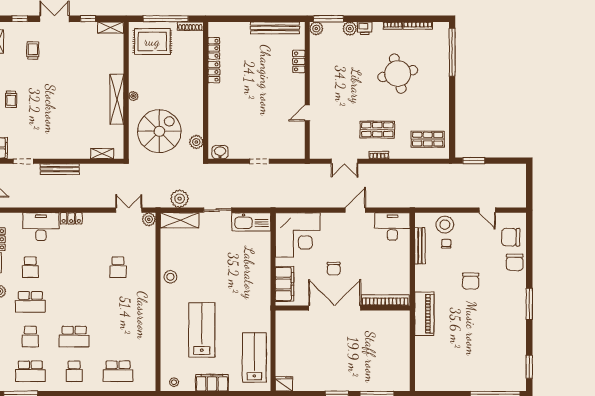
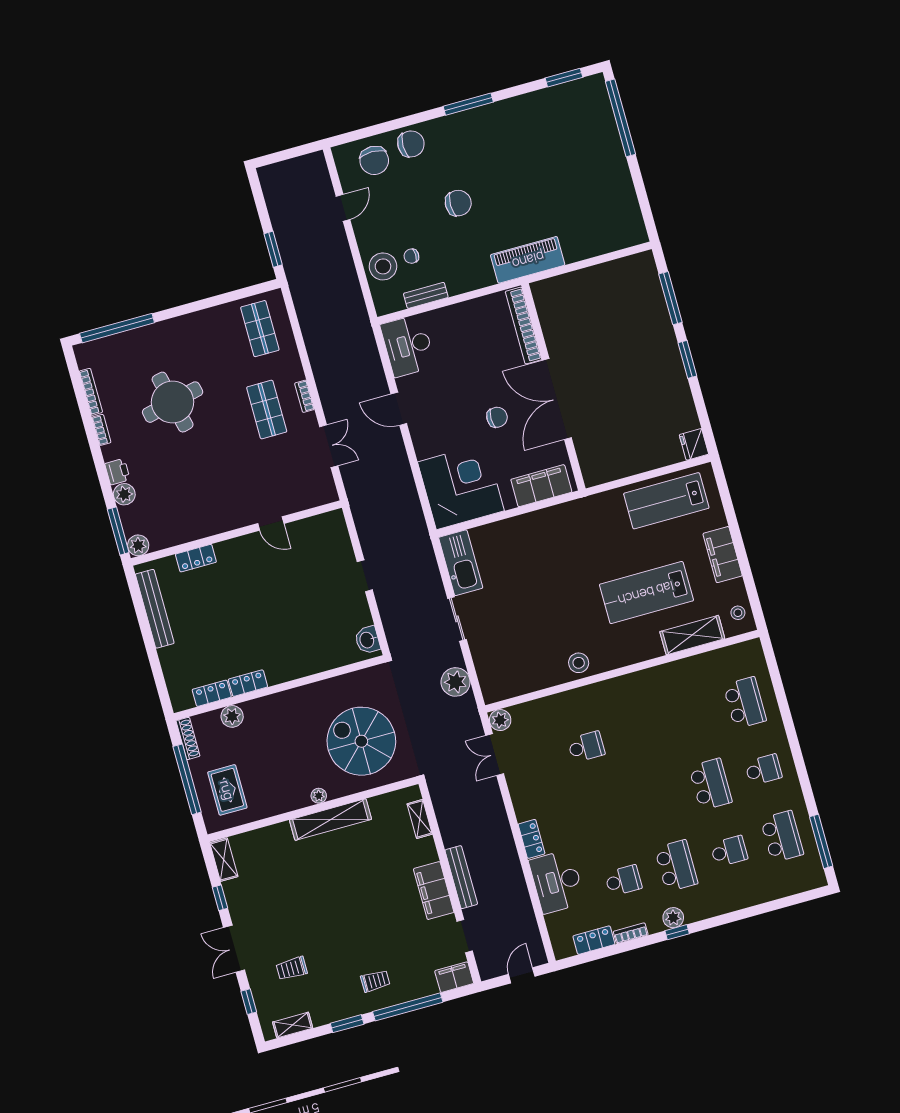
rug: (152, 41) -> (227, 790), width x0.73, depth x0.70
plant: (196, 142) -> (232, 716), moved
filing cabinet: (56, 150) -> (434, 891), added
shelving: (180, 220) -> (692, 635), moved, turned 90
bench: (420, 246) -> (426, 295), width x0.73

